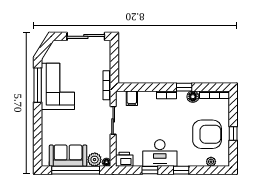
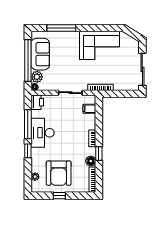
window: (38, 85) -> (61, 28), moved
window: (150, 170) -> (28, 124), width x2.17

